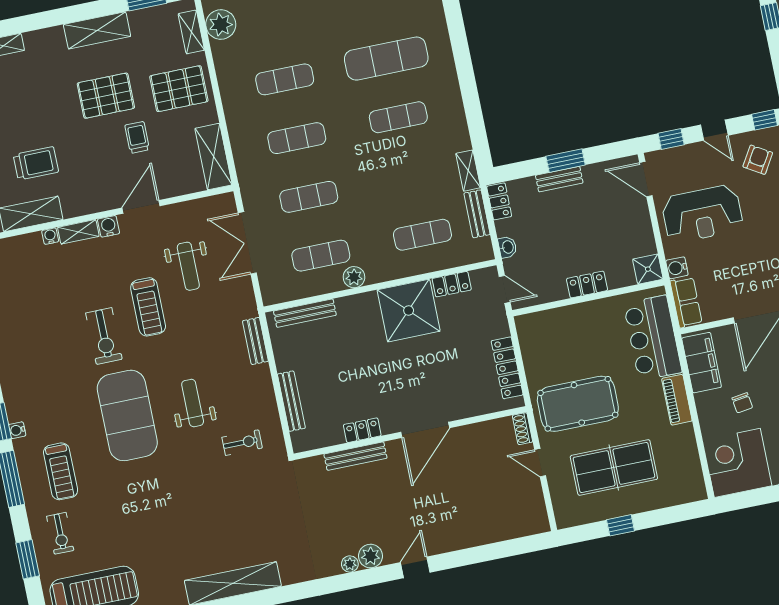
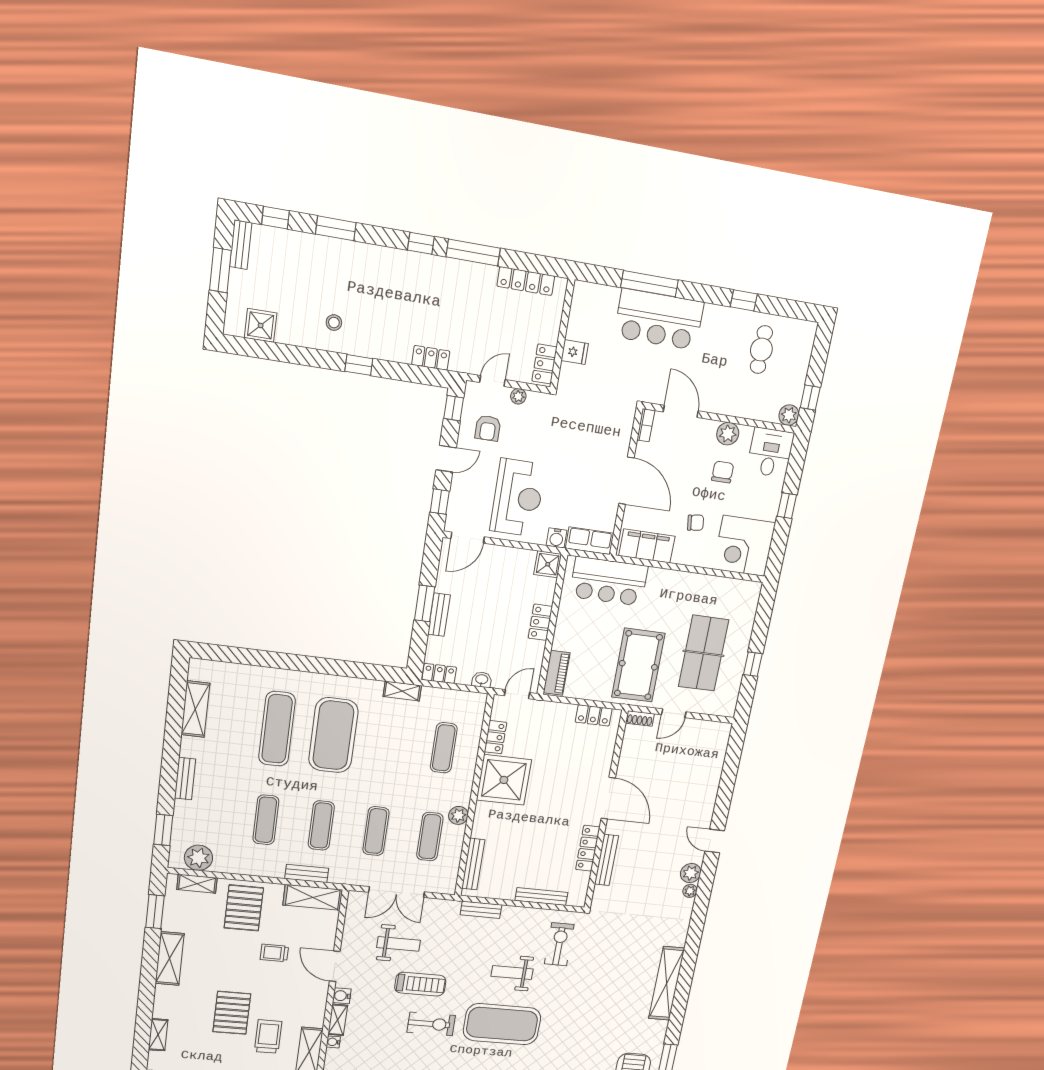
pallet: (106, 96) -> (232, 1013), moved
exercise mat: (398, 117) -> (333, 735), width x2.00, depth x1.45
armchair: (758, 160) -> (488, 428), turned -121
bench: (477, 214) -> (307, 873), moved
locker: (507, 368) -> (594, 715), width x0.66
piano: (677, 400) -> (557, 673), moved, turned -90
locker: (362, 430) -> (588, 848), width x1.53
exercise bike: (242, 443) -> (559, 944), width x1.38, depth x1.39

